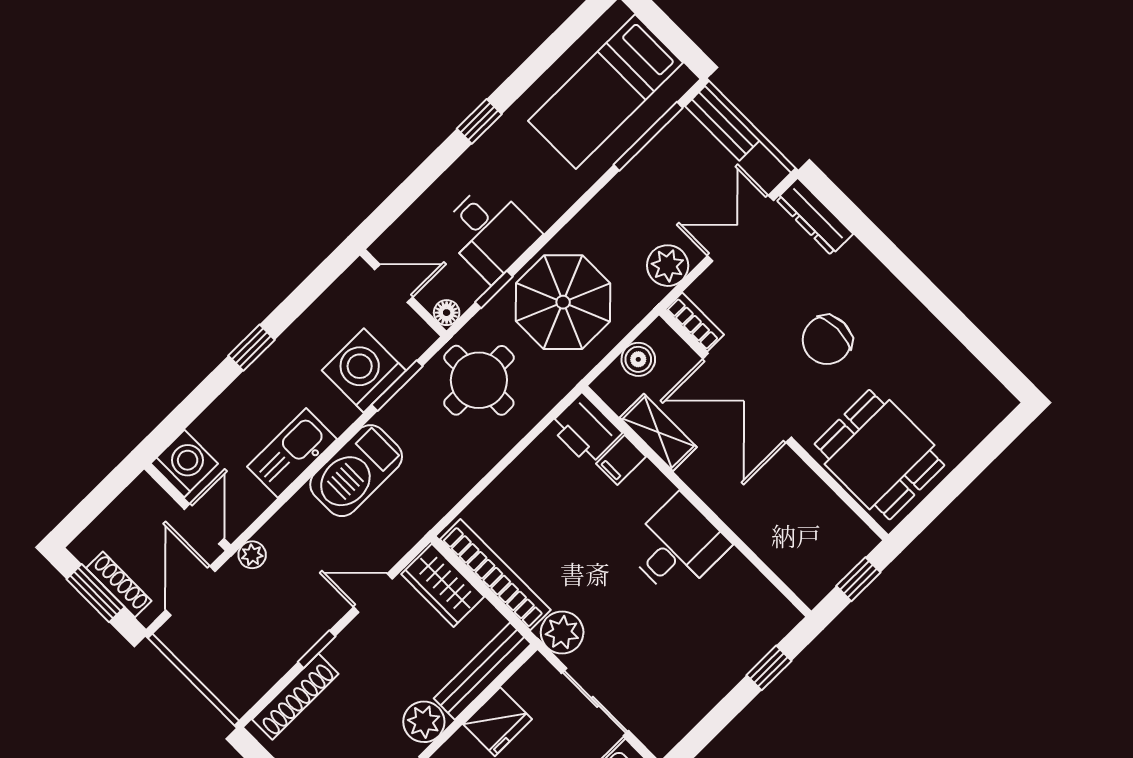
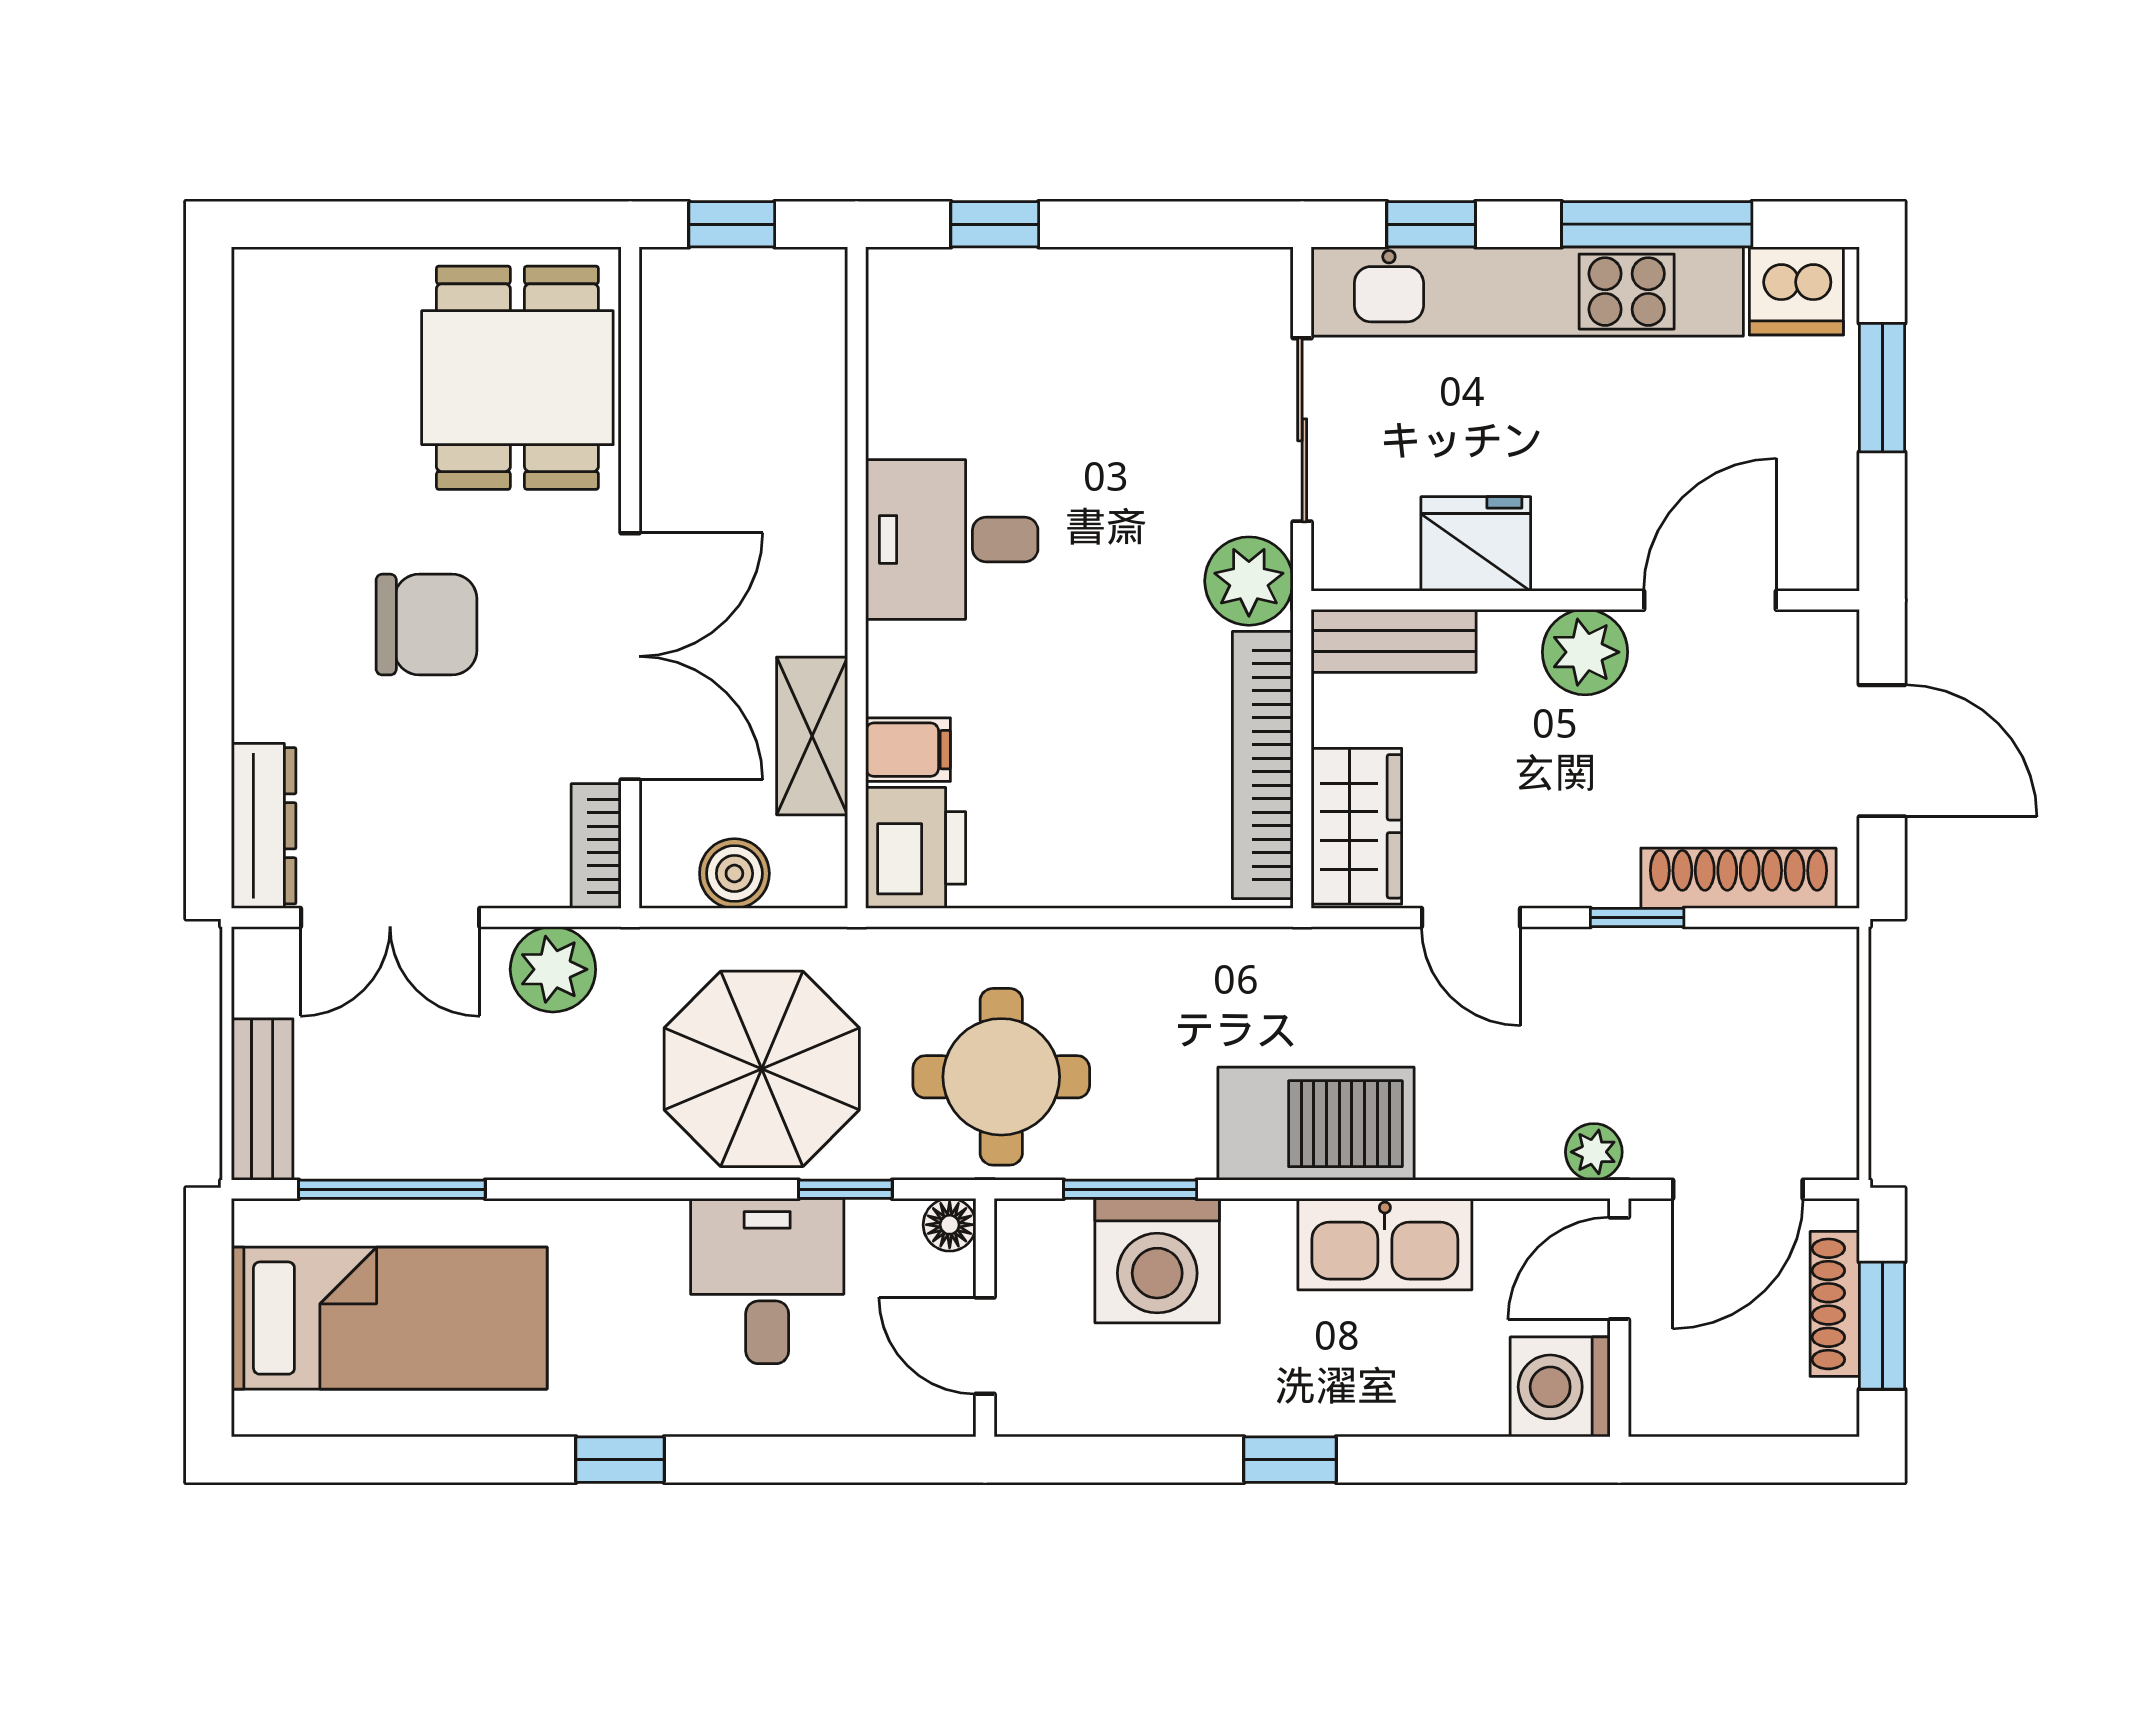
bench: (482, 671) -> (1394, 641), width x0.73

